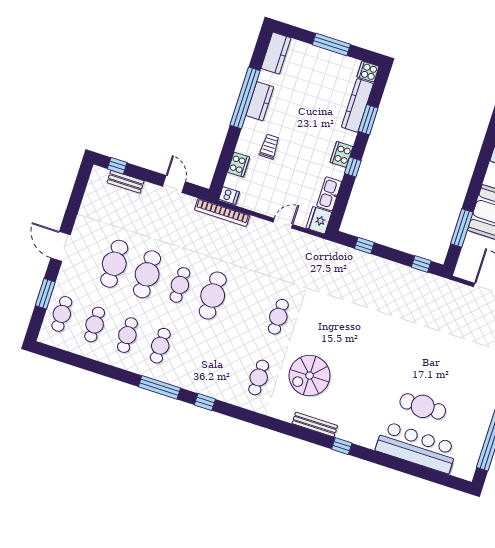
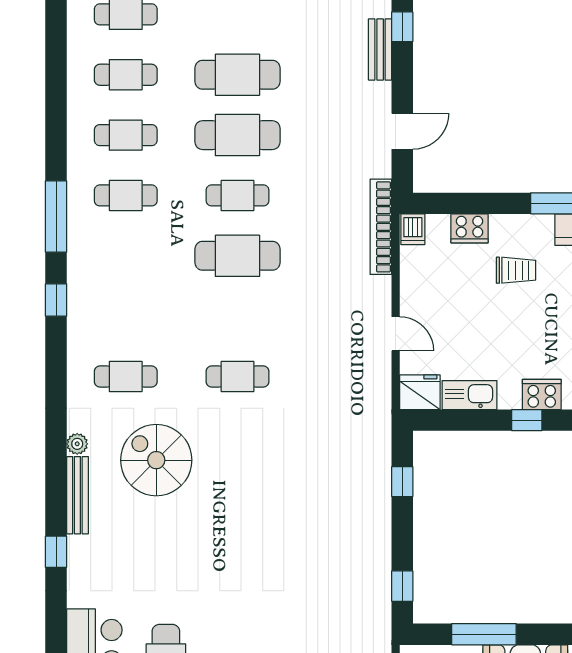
plant: (287, 416) -> (77, 444), added

